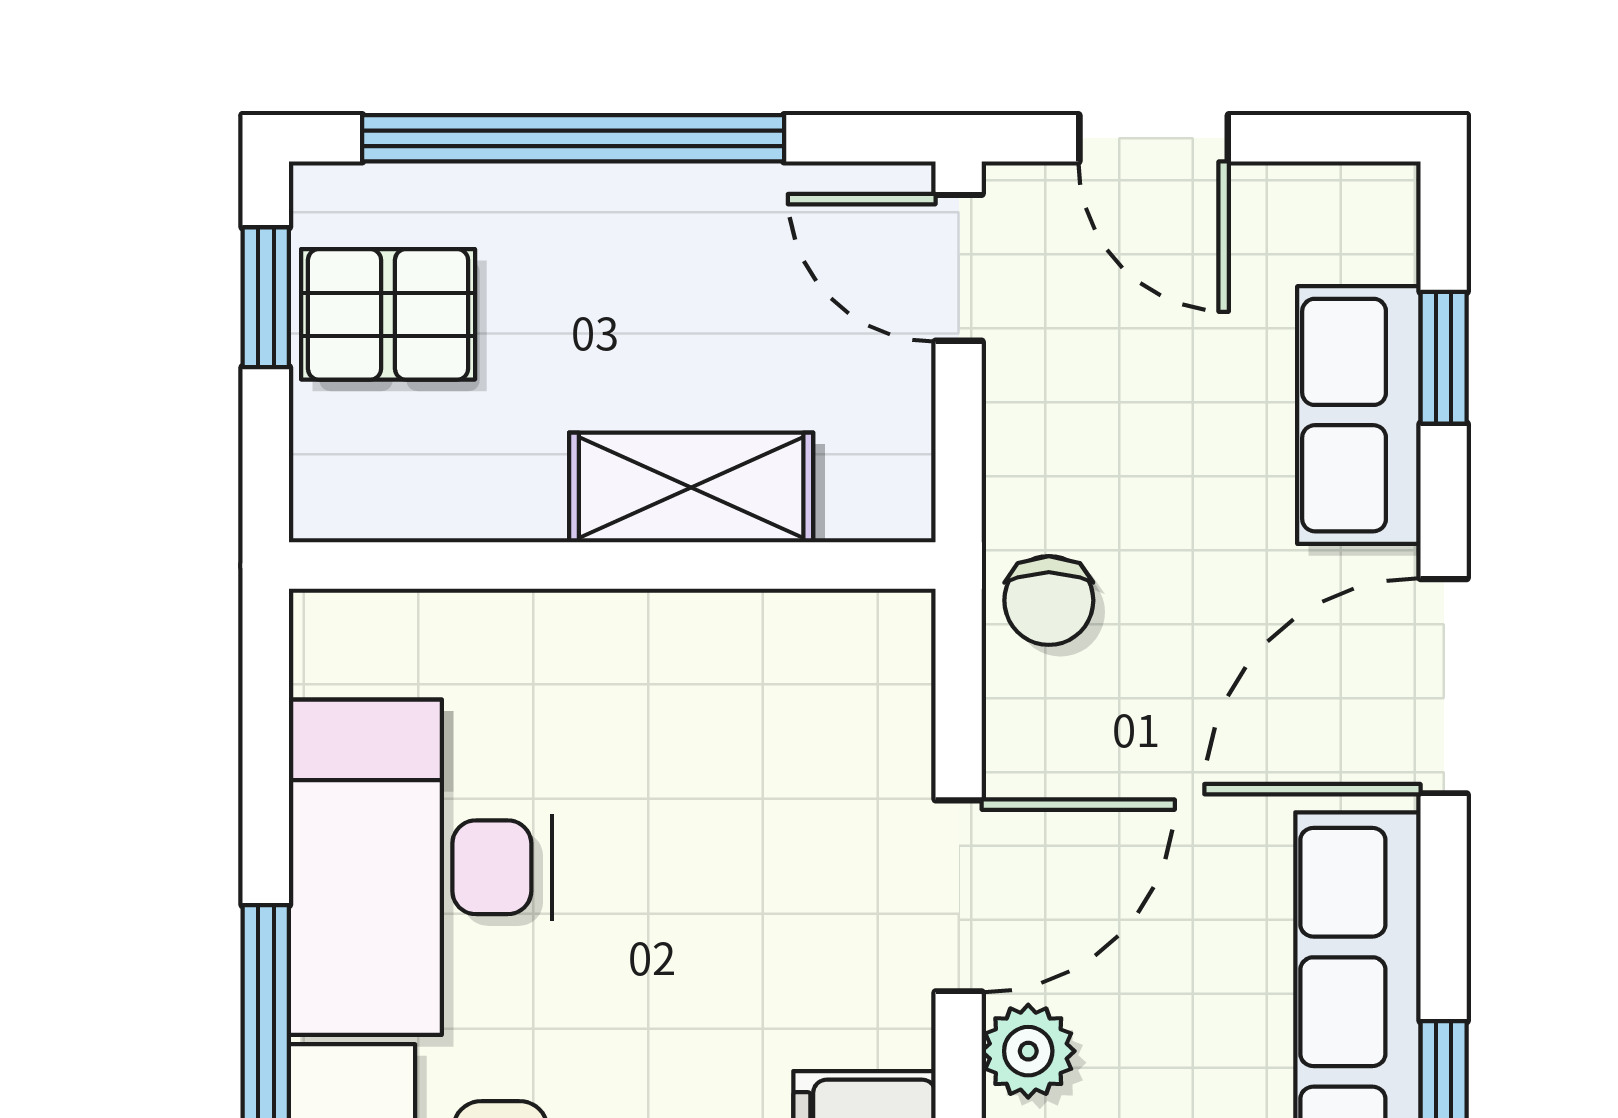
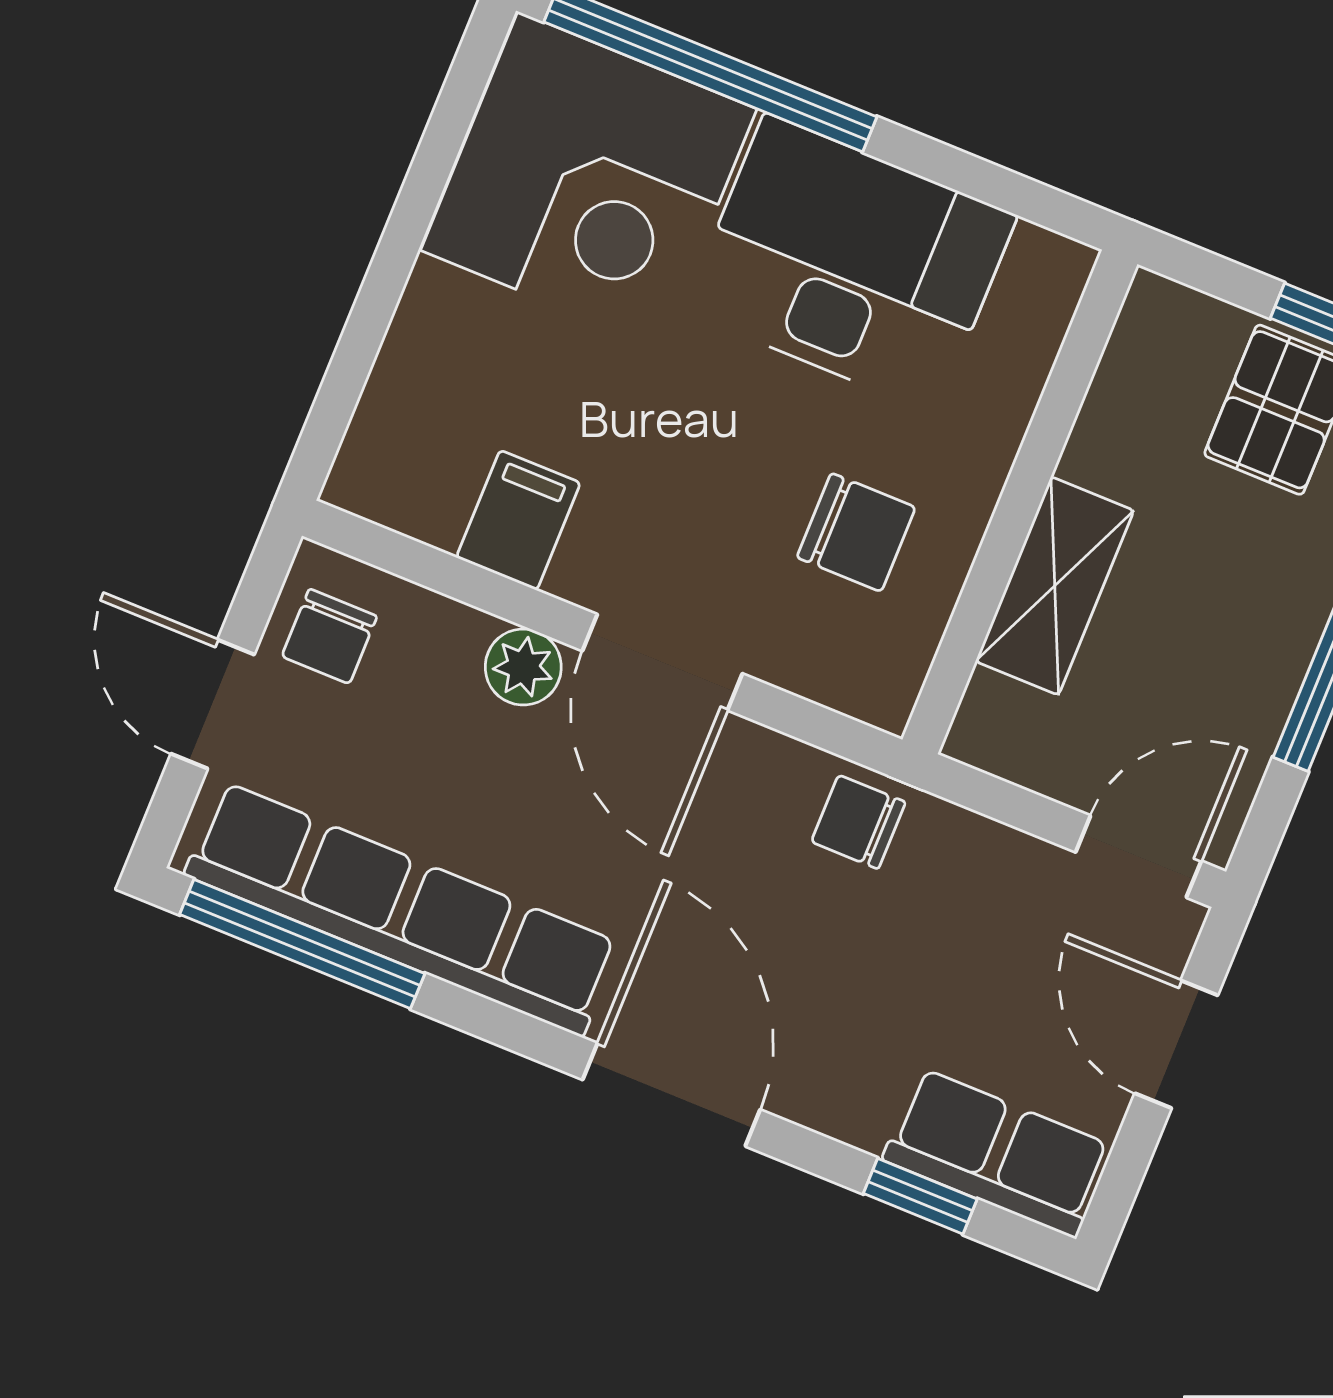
door: (1154, 138) -> (1176, 1044), hinge flipped
row of seats: (1359, 415) -> (998, 1153), moved
chair: (722, 737) -> (856, 532), added

